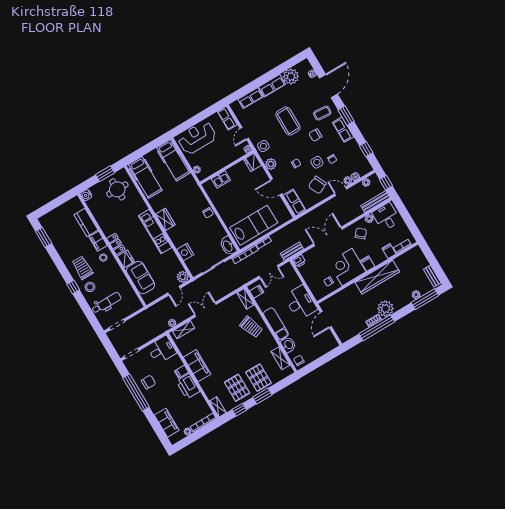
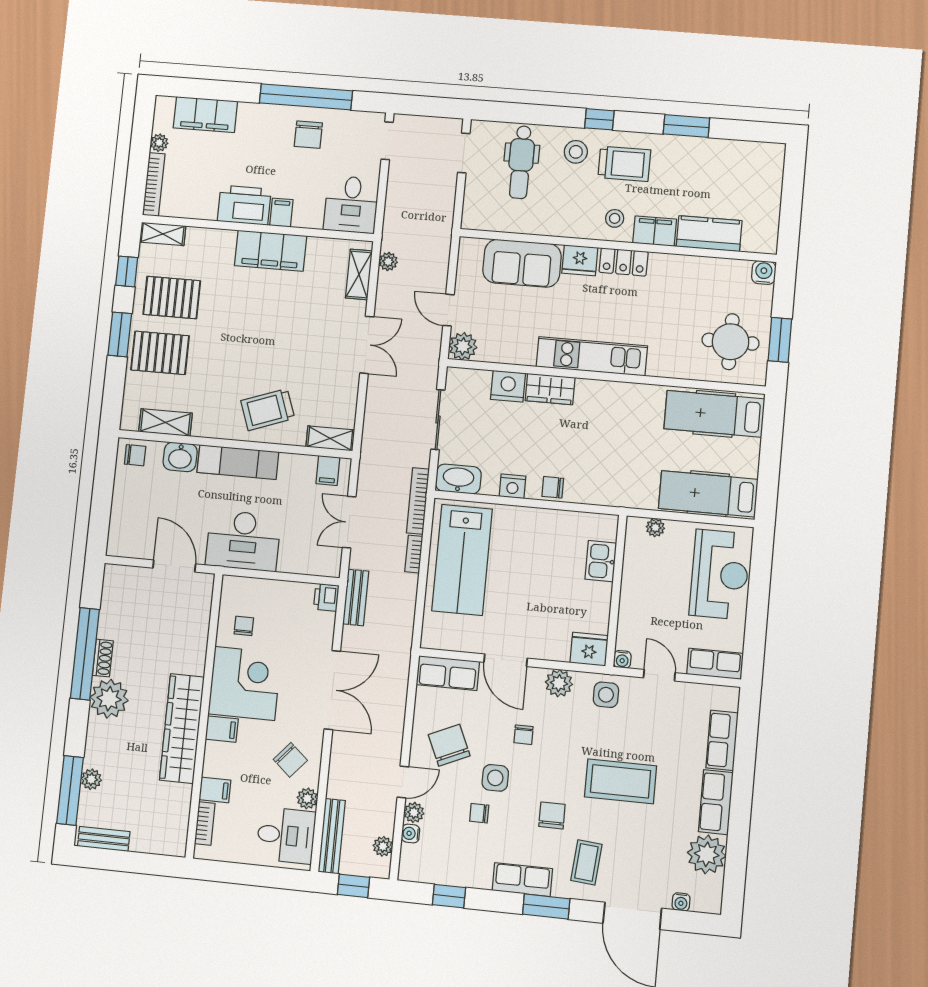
door: (276, 187) -> (506, 660), swing flipped
wardrobe: (165, 220) -> (550, 389), moved
nightstand: (217, 226) -> (513, 486), added
window: (44, 237) -> (686, 126), moved

